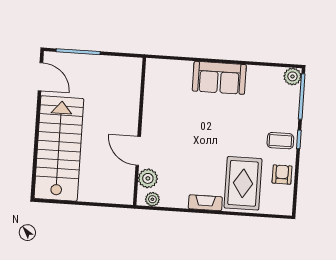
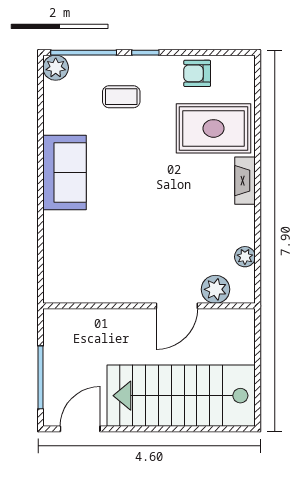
wall: (139, 131) -> (149, 306), moved
coffee table: (280, 141) -> (121, 97), moved, turned 90
door: (138, 151) -> (177, 306), moved
plant: (148, 178) -> (216, 289), moved

